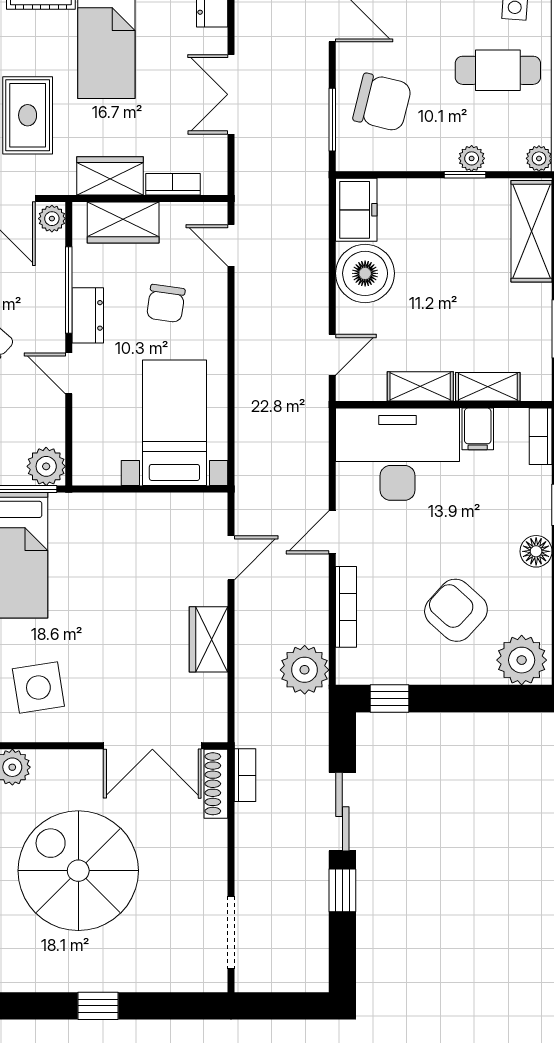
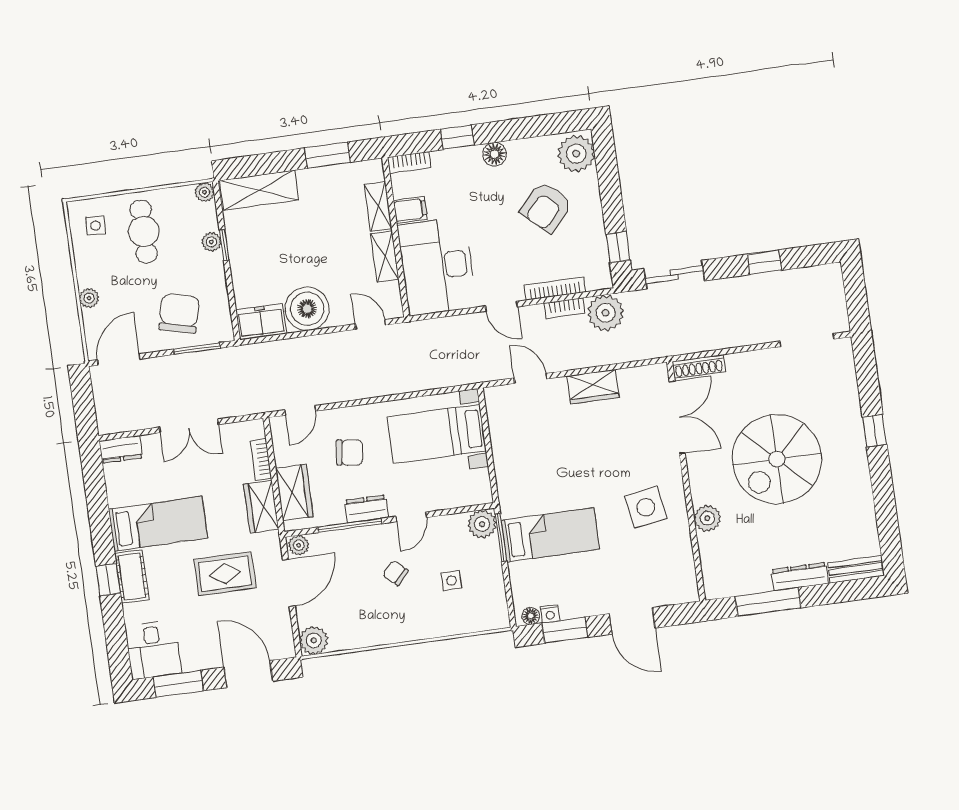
bookcase: (245, 775) -> (565, 308), moved, turned 180
sliding door: (342, 812) -> (674, 275), moved

